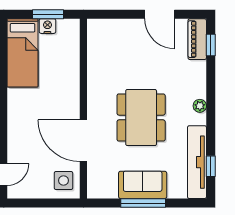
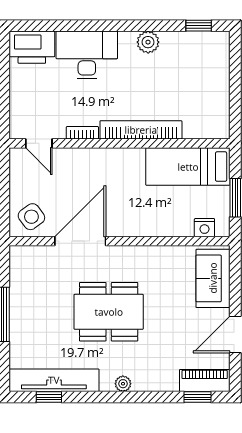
nightstand: (47, 26) -> (204, 228), moved, turned 90
side table: (63, 180) -> (31, 217), turned -36
sofa: (143, 185) -> (213, 278), moved, turned 180

